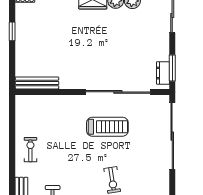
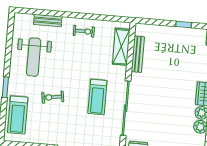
bench: (37, 83) -> (138, 54), moved
shelving: (45, 103) -> (121, 47), added

